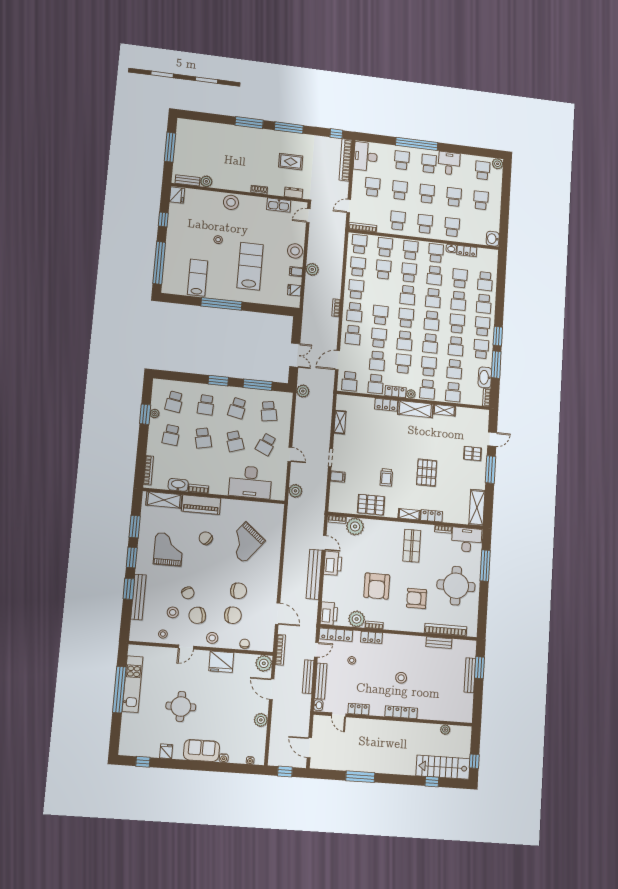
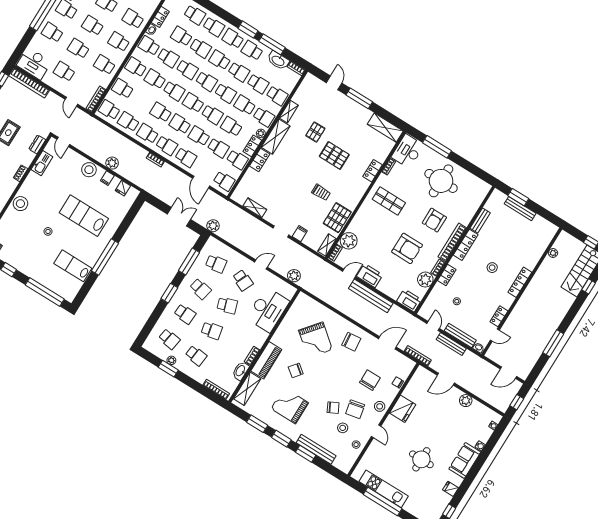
school desk: (383, 270) -> (161, 112), moved
pallet: (473, 454) -> (315, 132), moved
shelving: (409, 514) -> (327, 245), moved
chair: (239, 591) -> (351, 342), moved, turned 84
bookcase: (446, 630) -> (452, 242), moved
locker: (336, 635) -> (466, 245), moved
plant: (264, 663) -> (422, 375), removed

